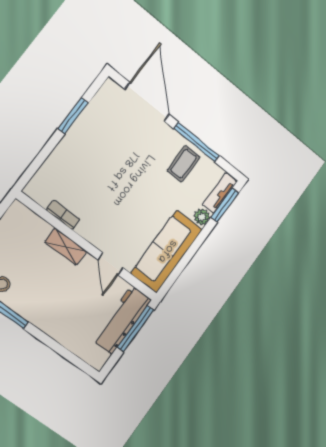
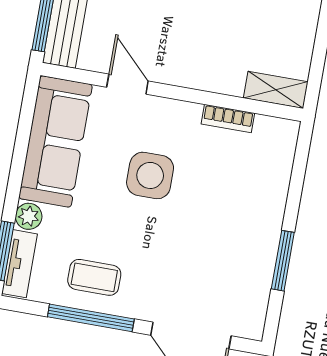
coffee table: (184, 164) -> (94, 277), turned 90
side table: (124, 205) -> (150, 175), added
shelving: (66, 247) -> (276, 90), moved

